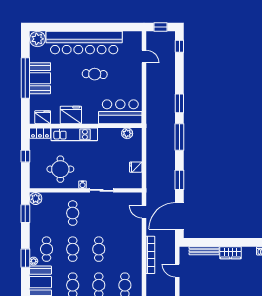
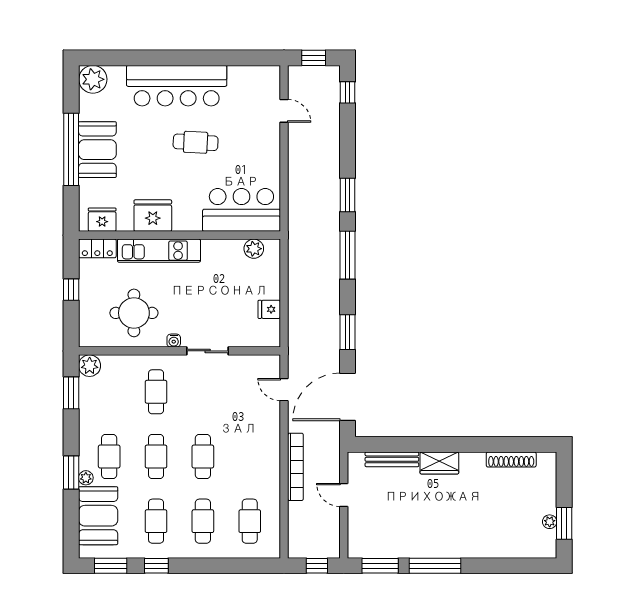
bar counter: (84, 43) -> (177, 86), width x0.73

